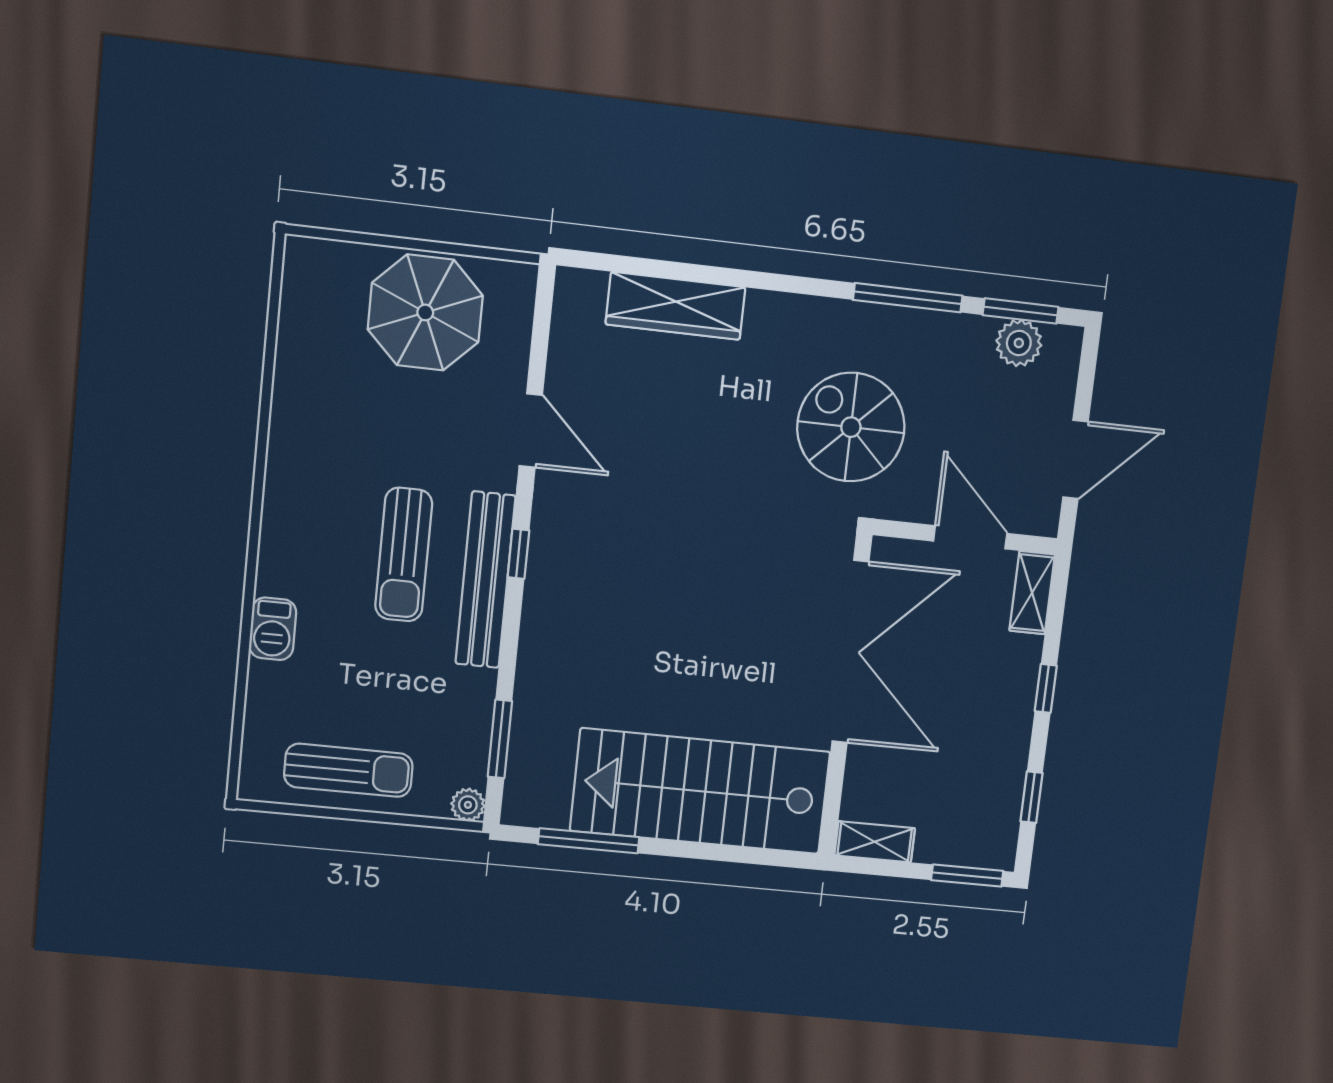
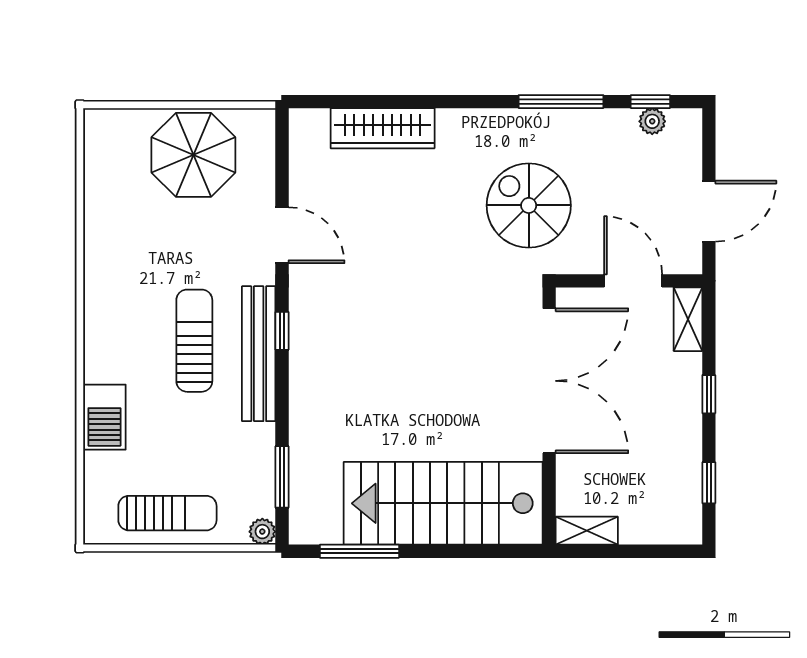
window: (1021, 311) -> (650, 102), width x0.67
plant: (1019, 343) -> (652, 121), width x0.73, depth x0.73
sun lounger: (404, 555) -> (194, 341), turned 180
barbecue: (273, 629) -> (104, 417), width x1.38, depth x1.27
window: (967, 876) -> (665, 551), removed

